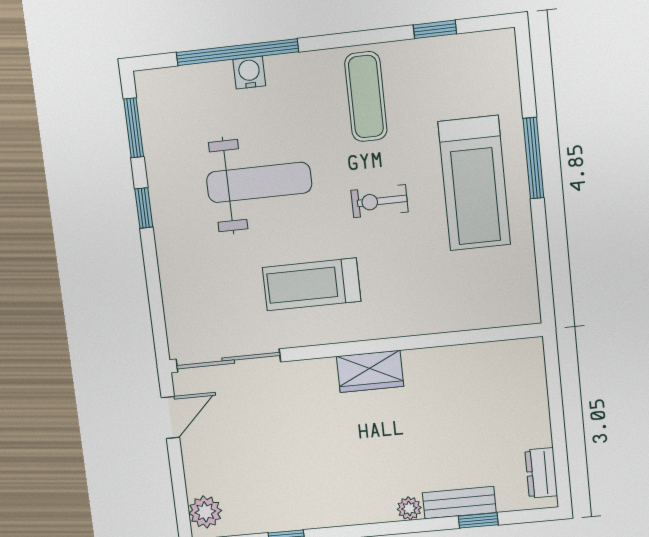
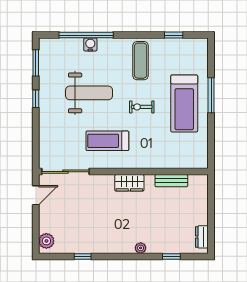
bench: (459, 503) -> (171, 181), moved

